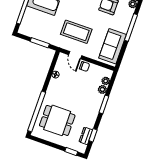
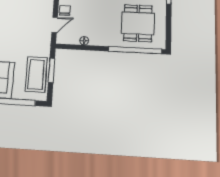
coffee table: (76, 32) -> (36, 75), moved

